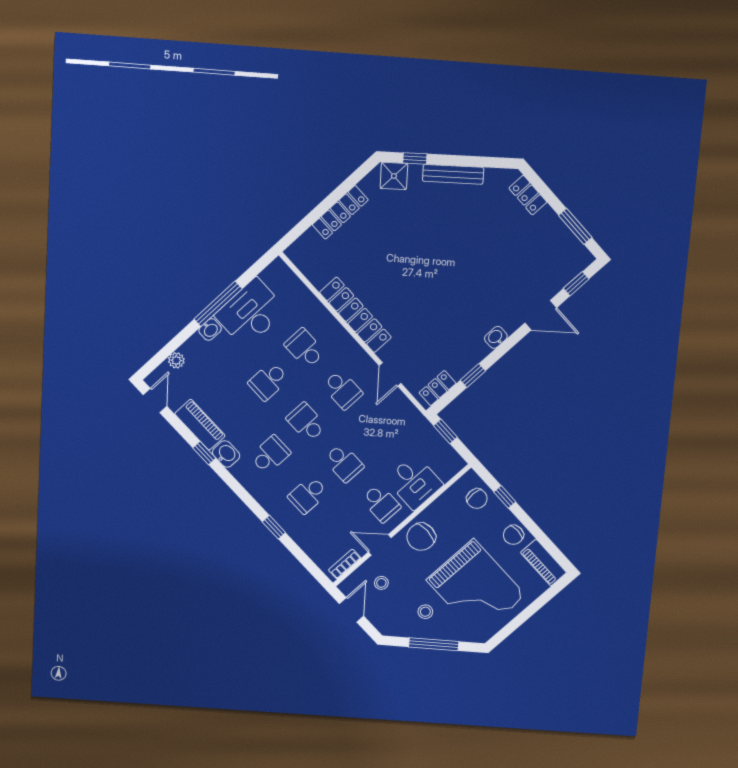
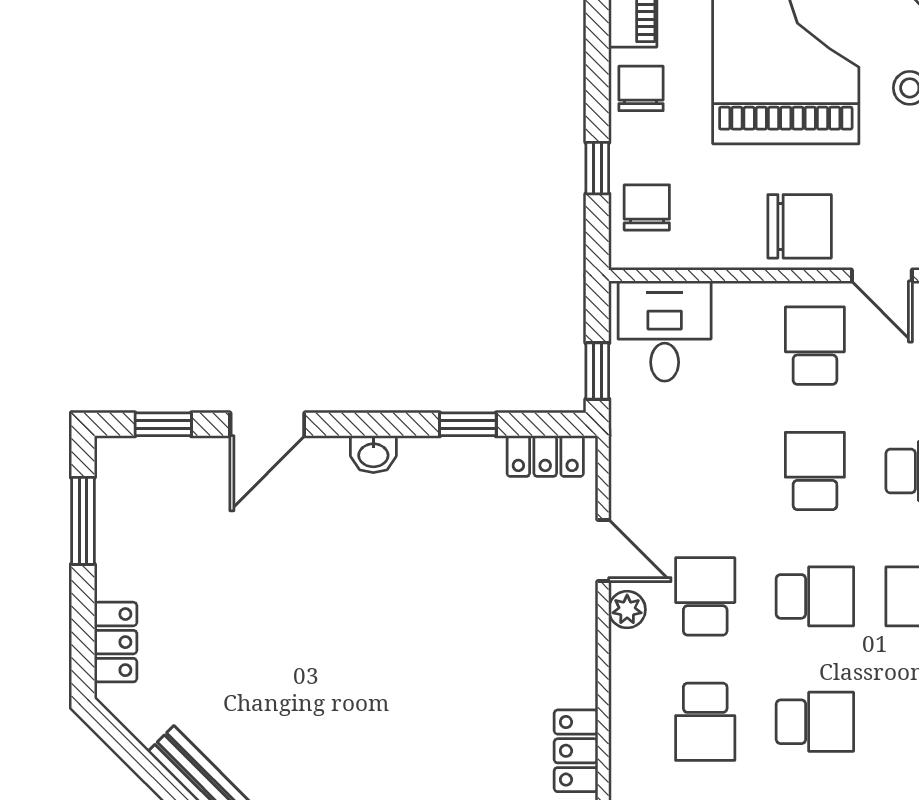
locker: (355, 315) -> (576, 751), width x0.46, depth x0.83
door: (541, 315) -> (267, 424), swing flipped
plant: (364, 362) -> (627, 610), added
door: (390, 374) -> (603, 551), hinge flipped
school desk: (306, 422) -> (815, 596), turned -90
desk: (414, 482) -> (665, 331), moved
chair: (513, 535) -> (641, 88), turned -90

